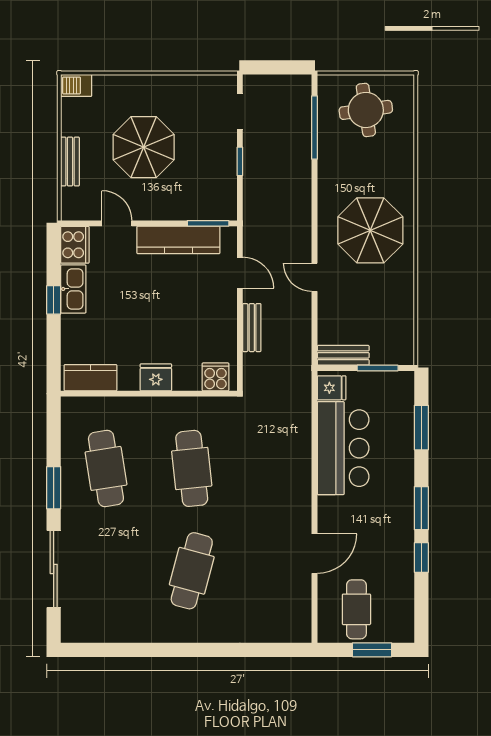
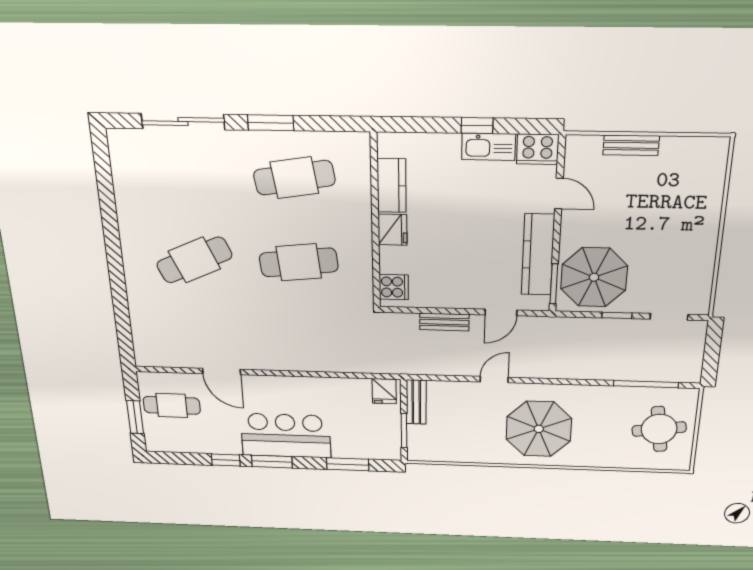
barbecue: (76, 85) -> (716, 153), removed
parasol: (144, 147) -> (594, 277), moved
door: (117, 223) -> (559, 193), hinge flipped
kitchen counter: (90, 378) -> (392, 186), moved
bar counter: (343, 448) -> (286, 436), moved, turned 180
cafe table: (192, 571) -> (194, 260), turned -39

